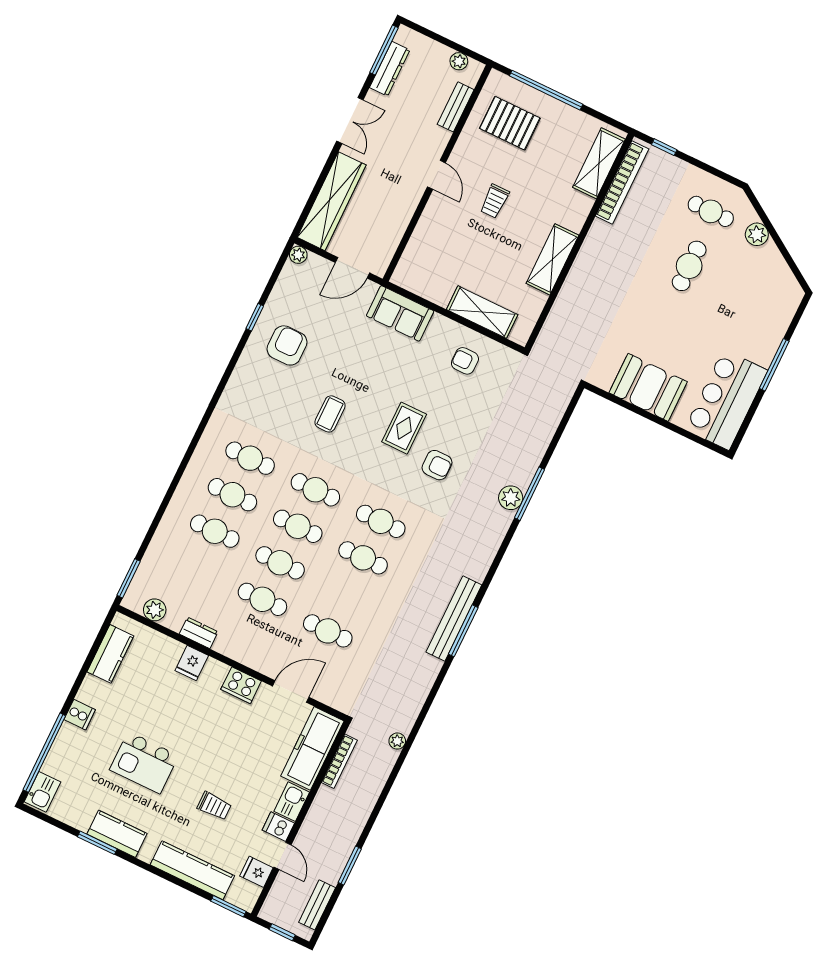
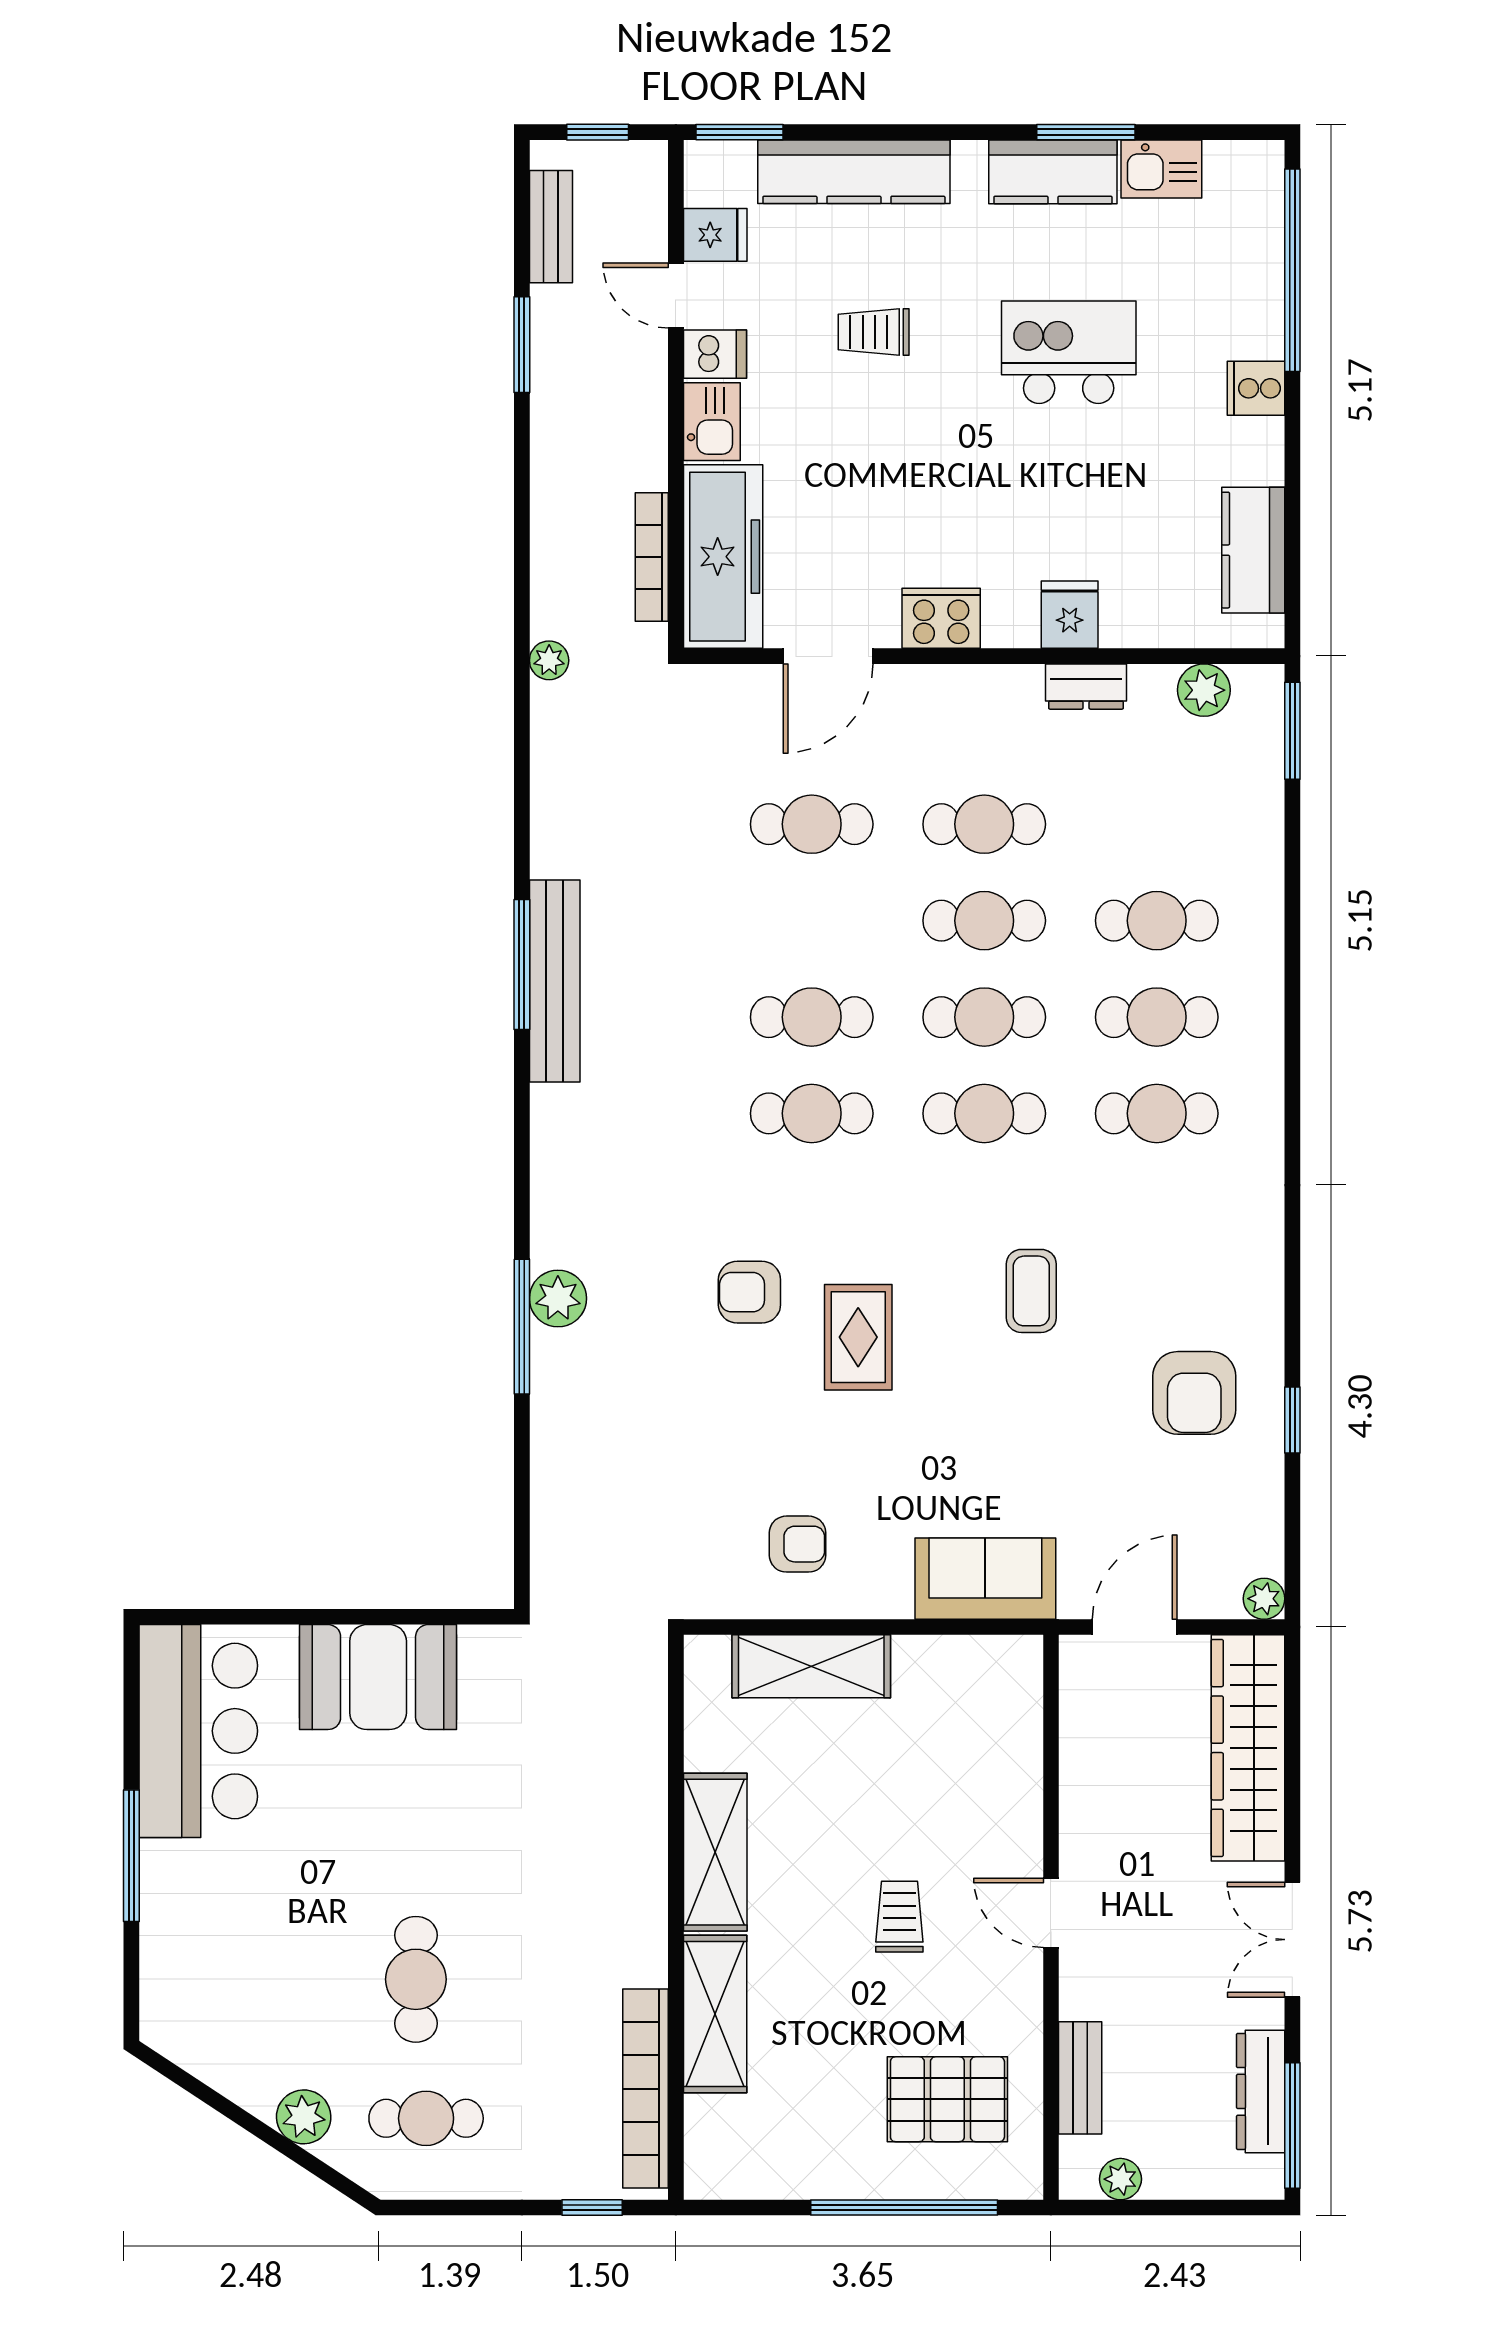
shelving: (599, 163) -> (715, 2014), moved
kitchen sink: (43, 792) -> (1161, 169), moved, turned -90

